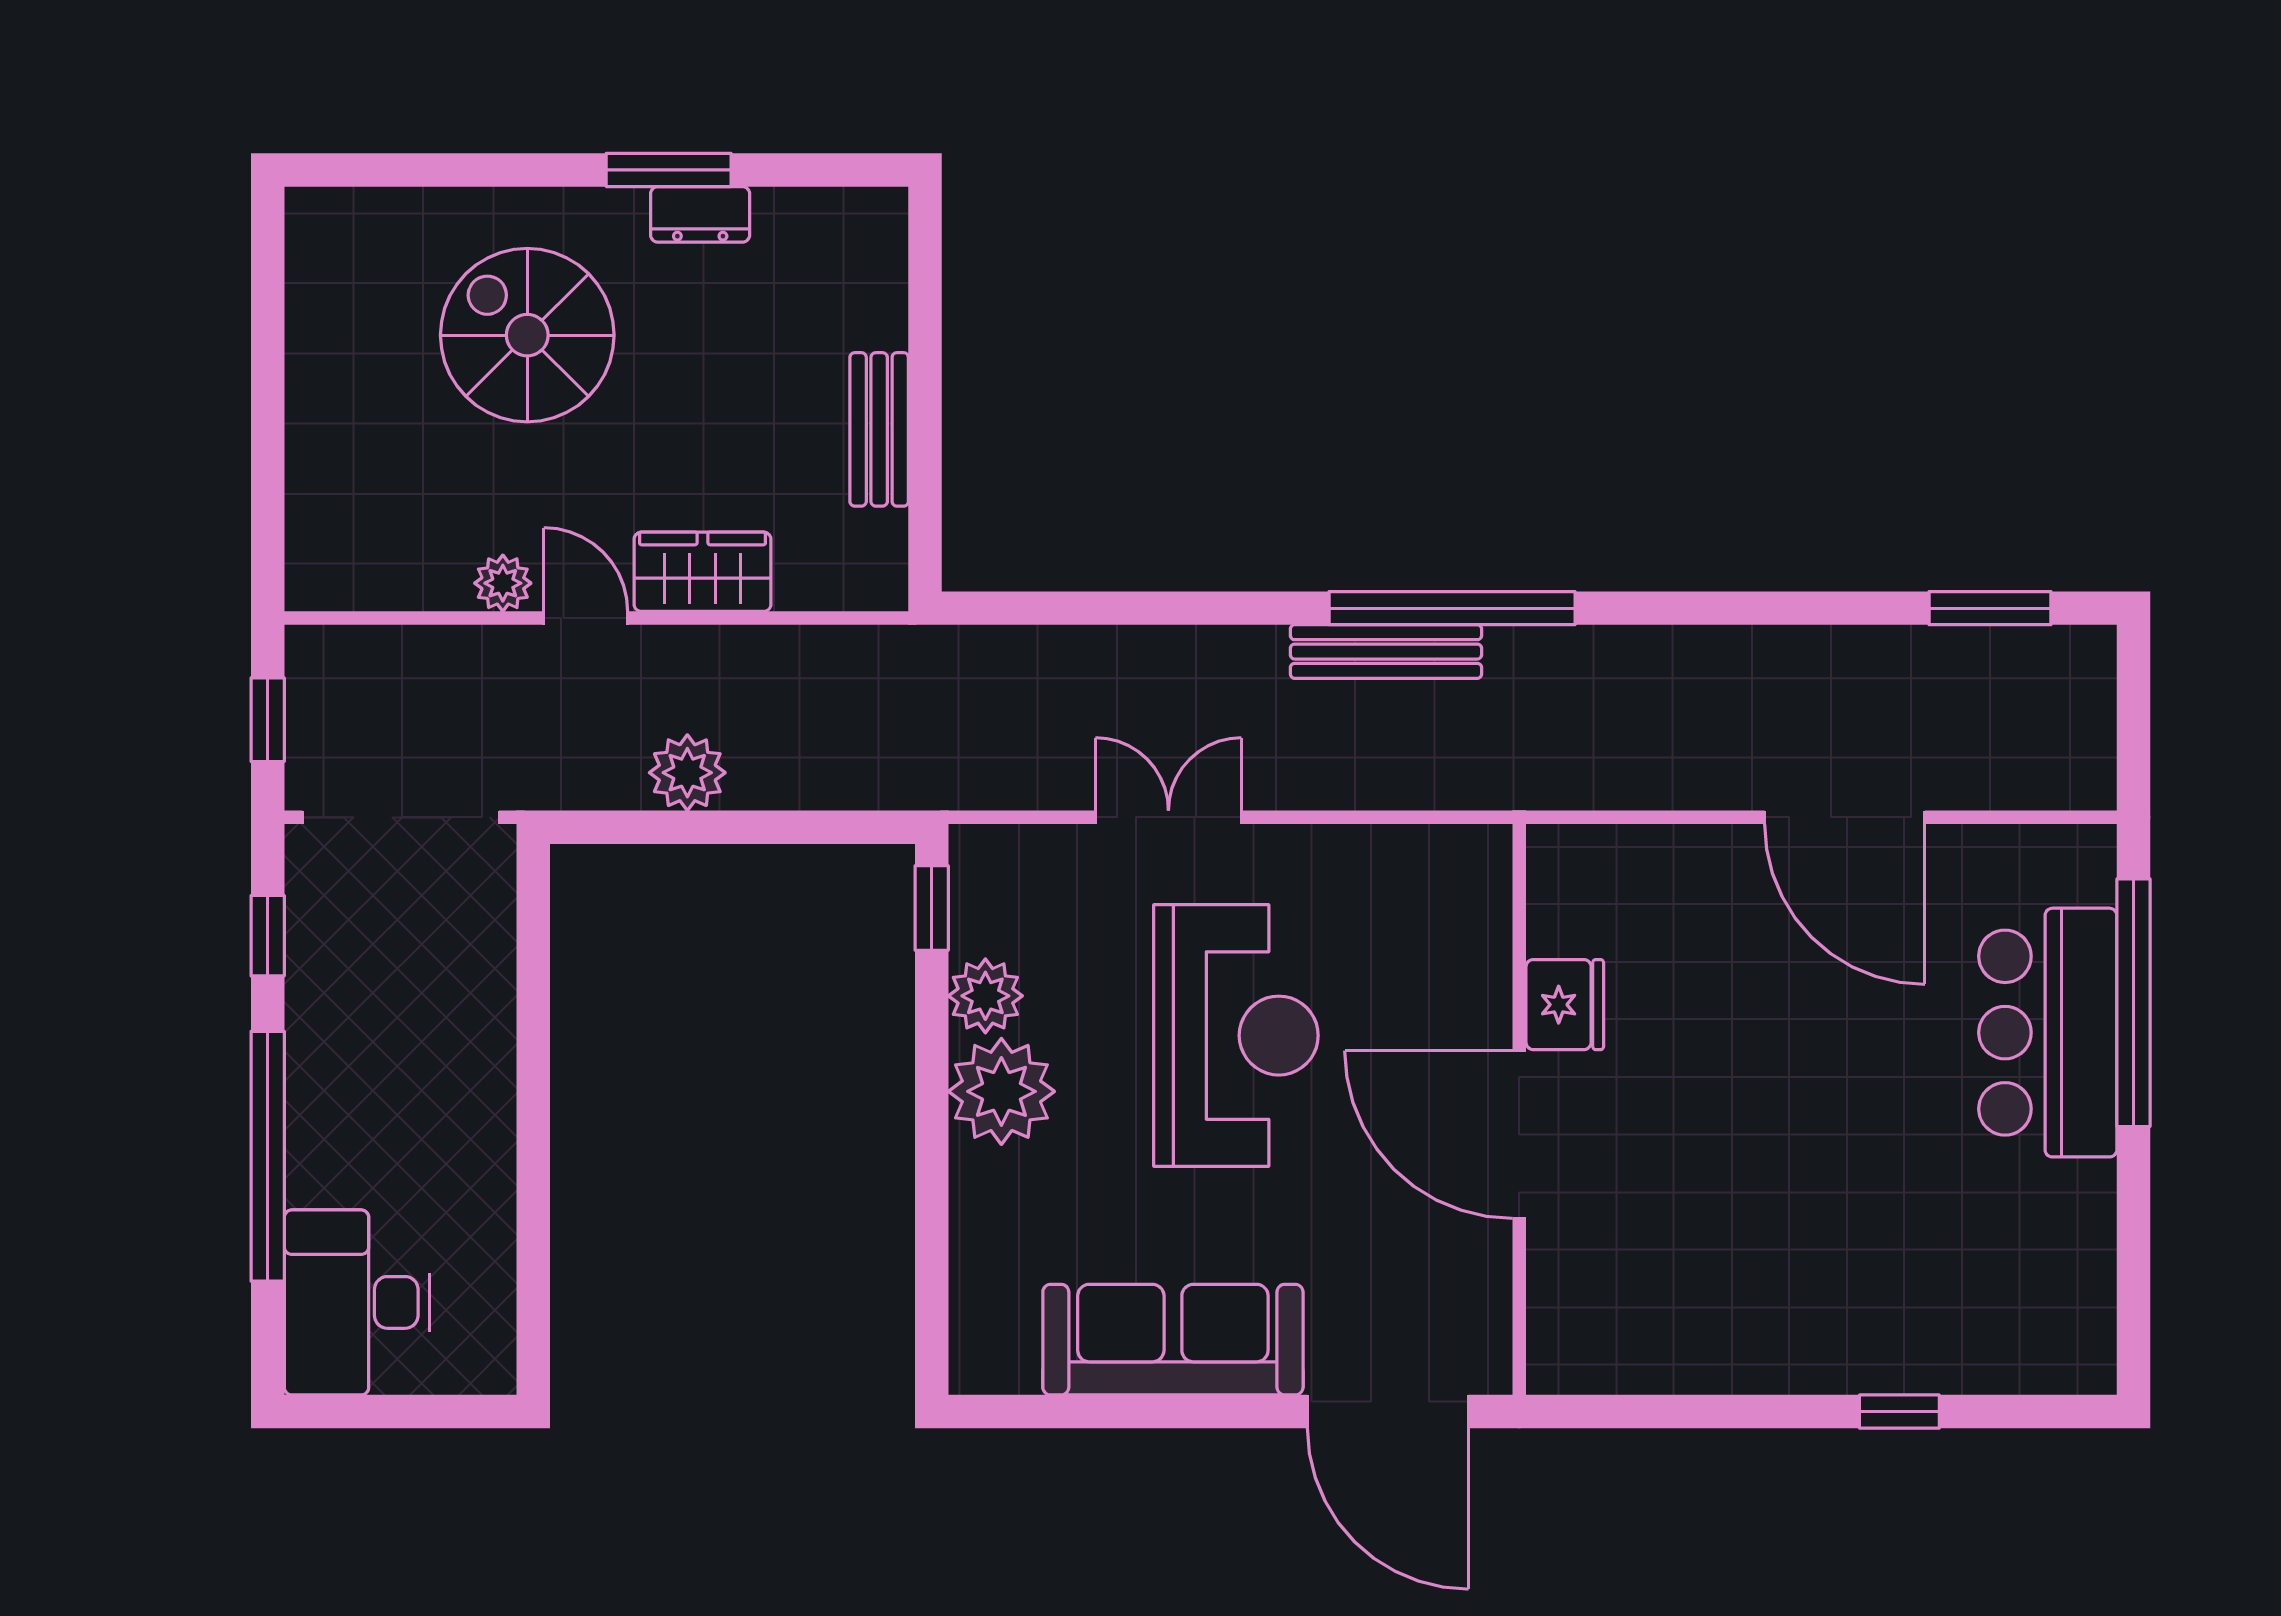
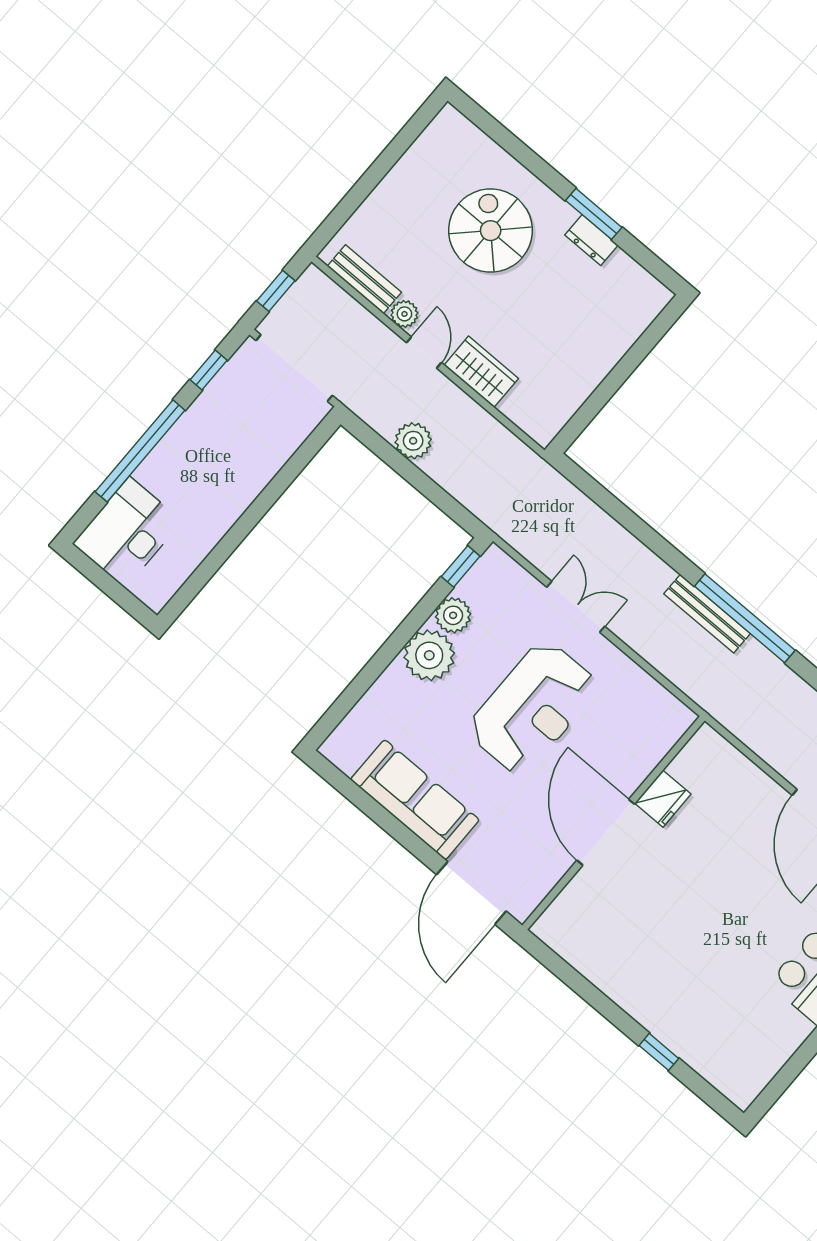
bench: (879, 429) -> (364, 279), moved, turned 90

